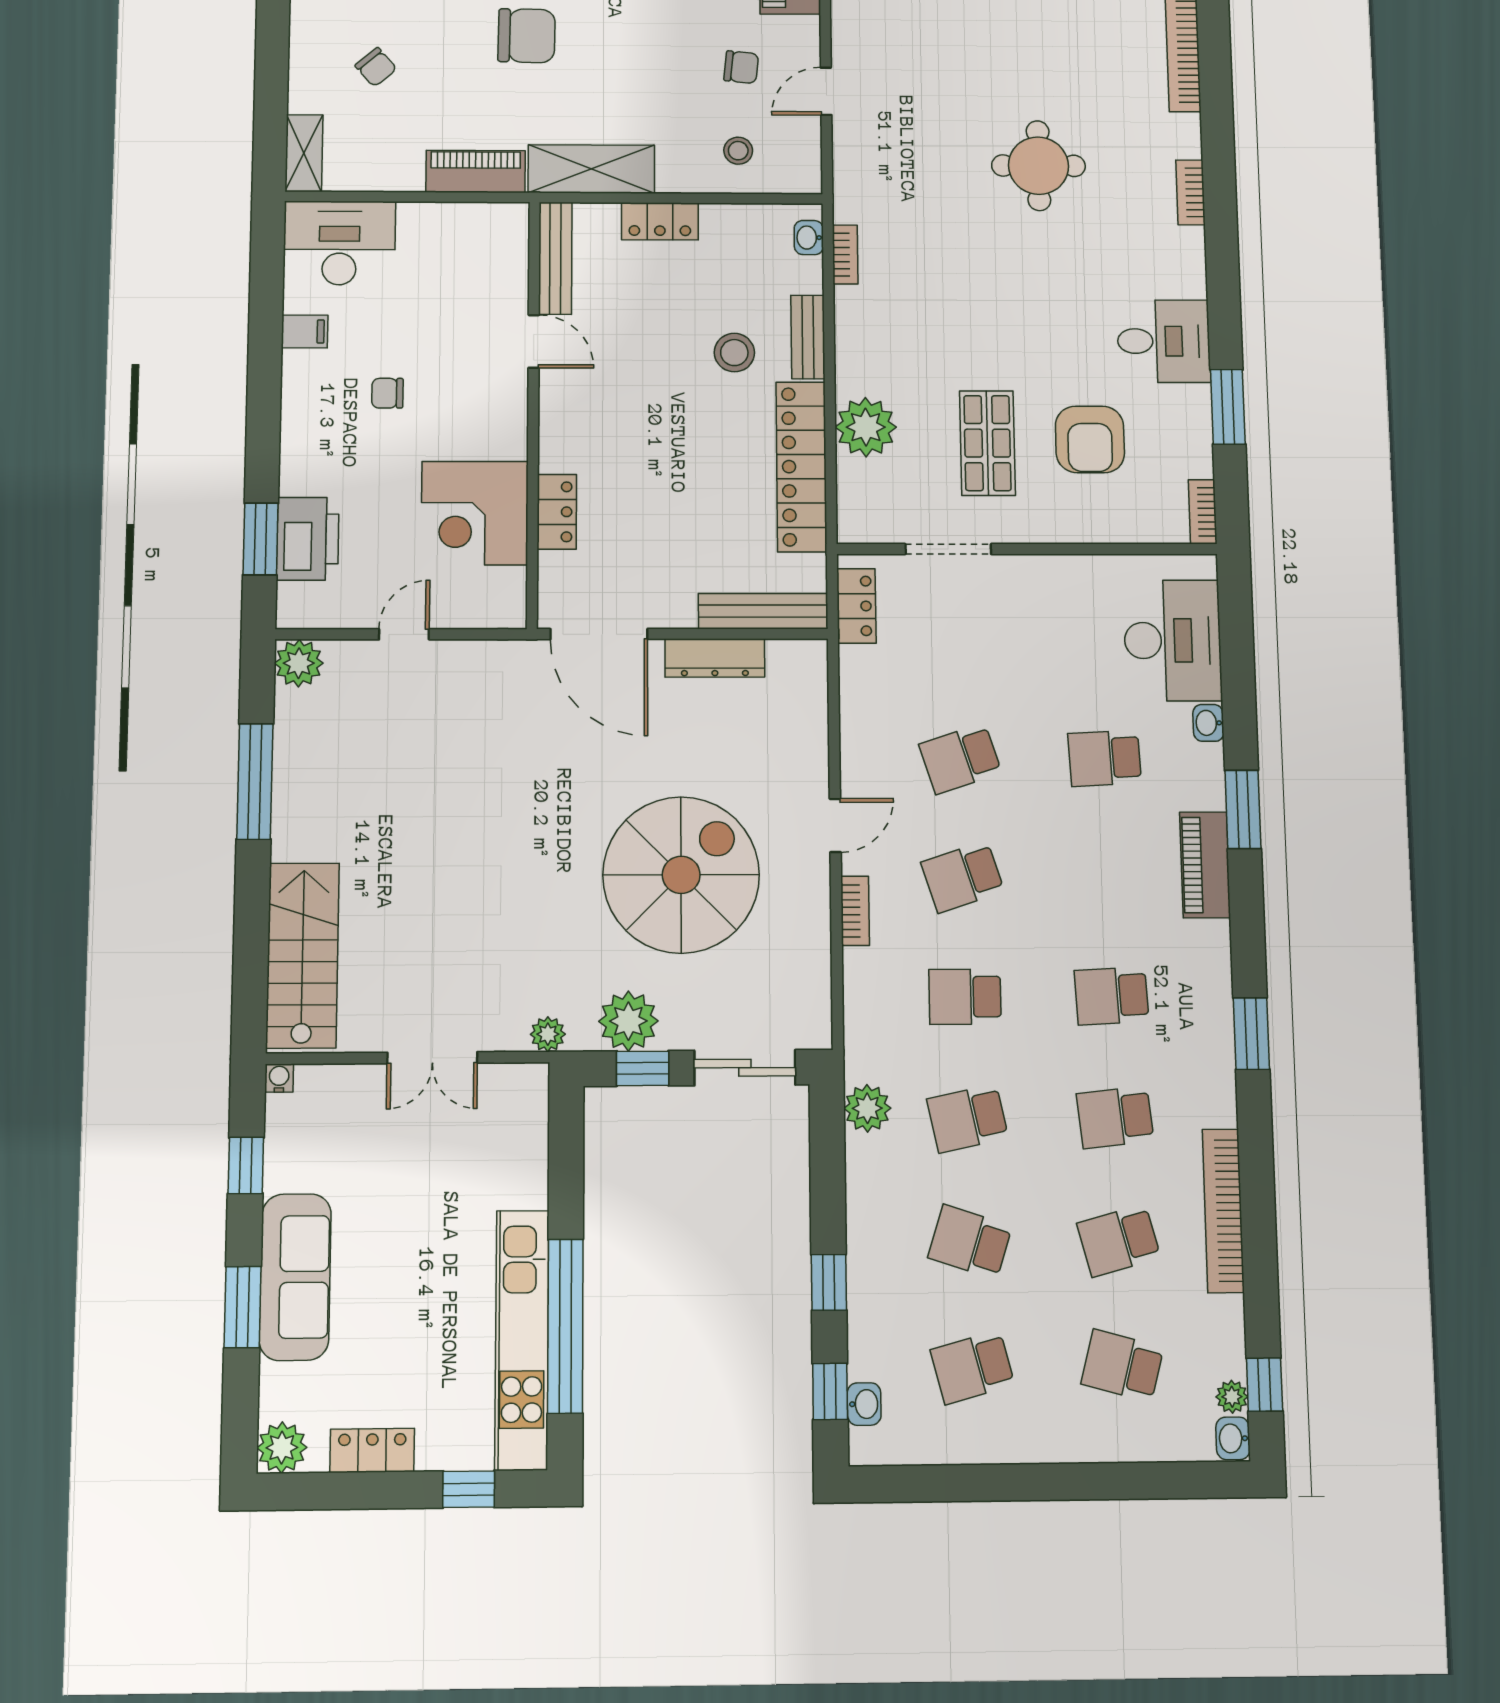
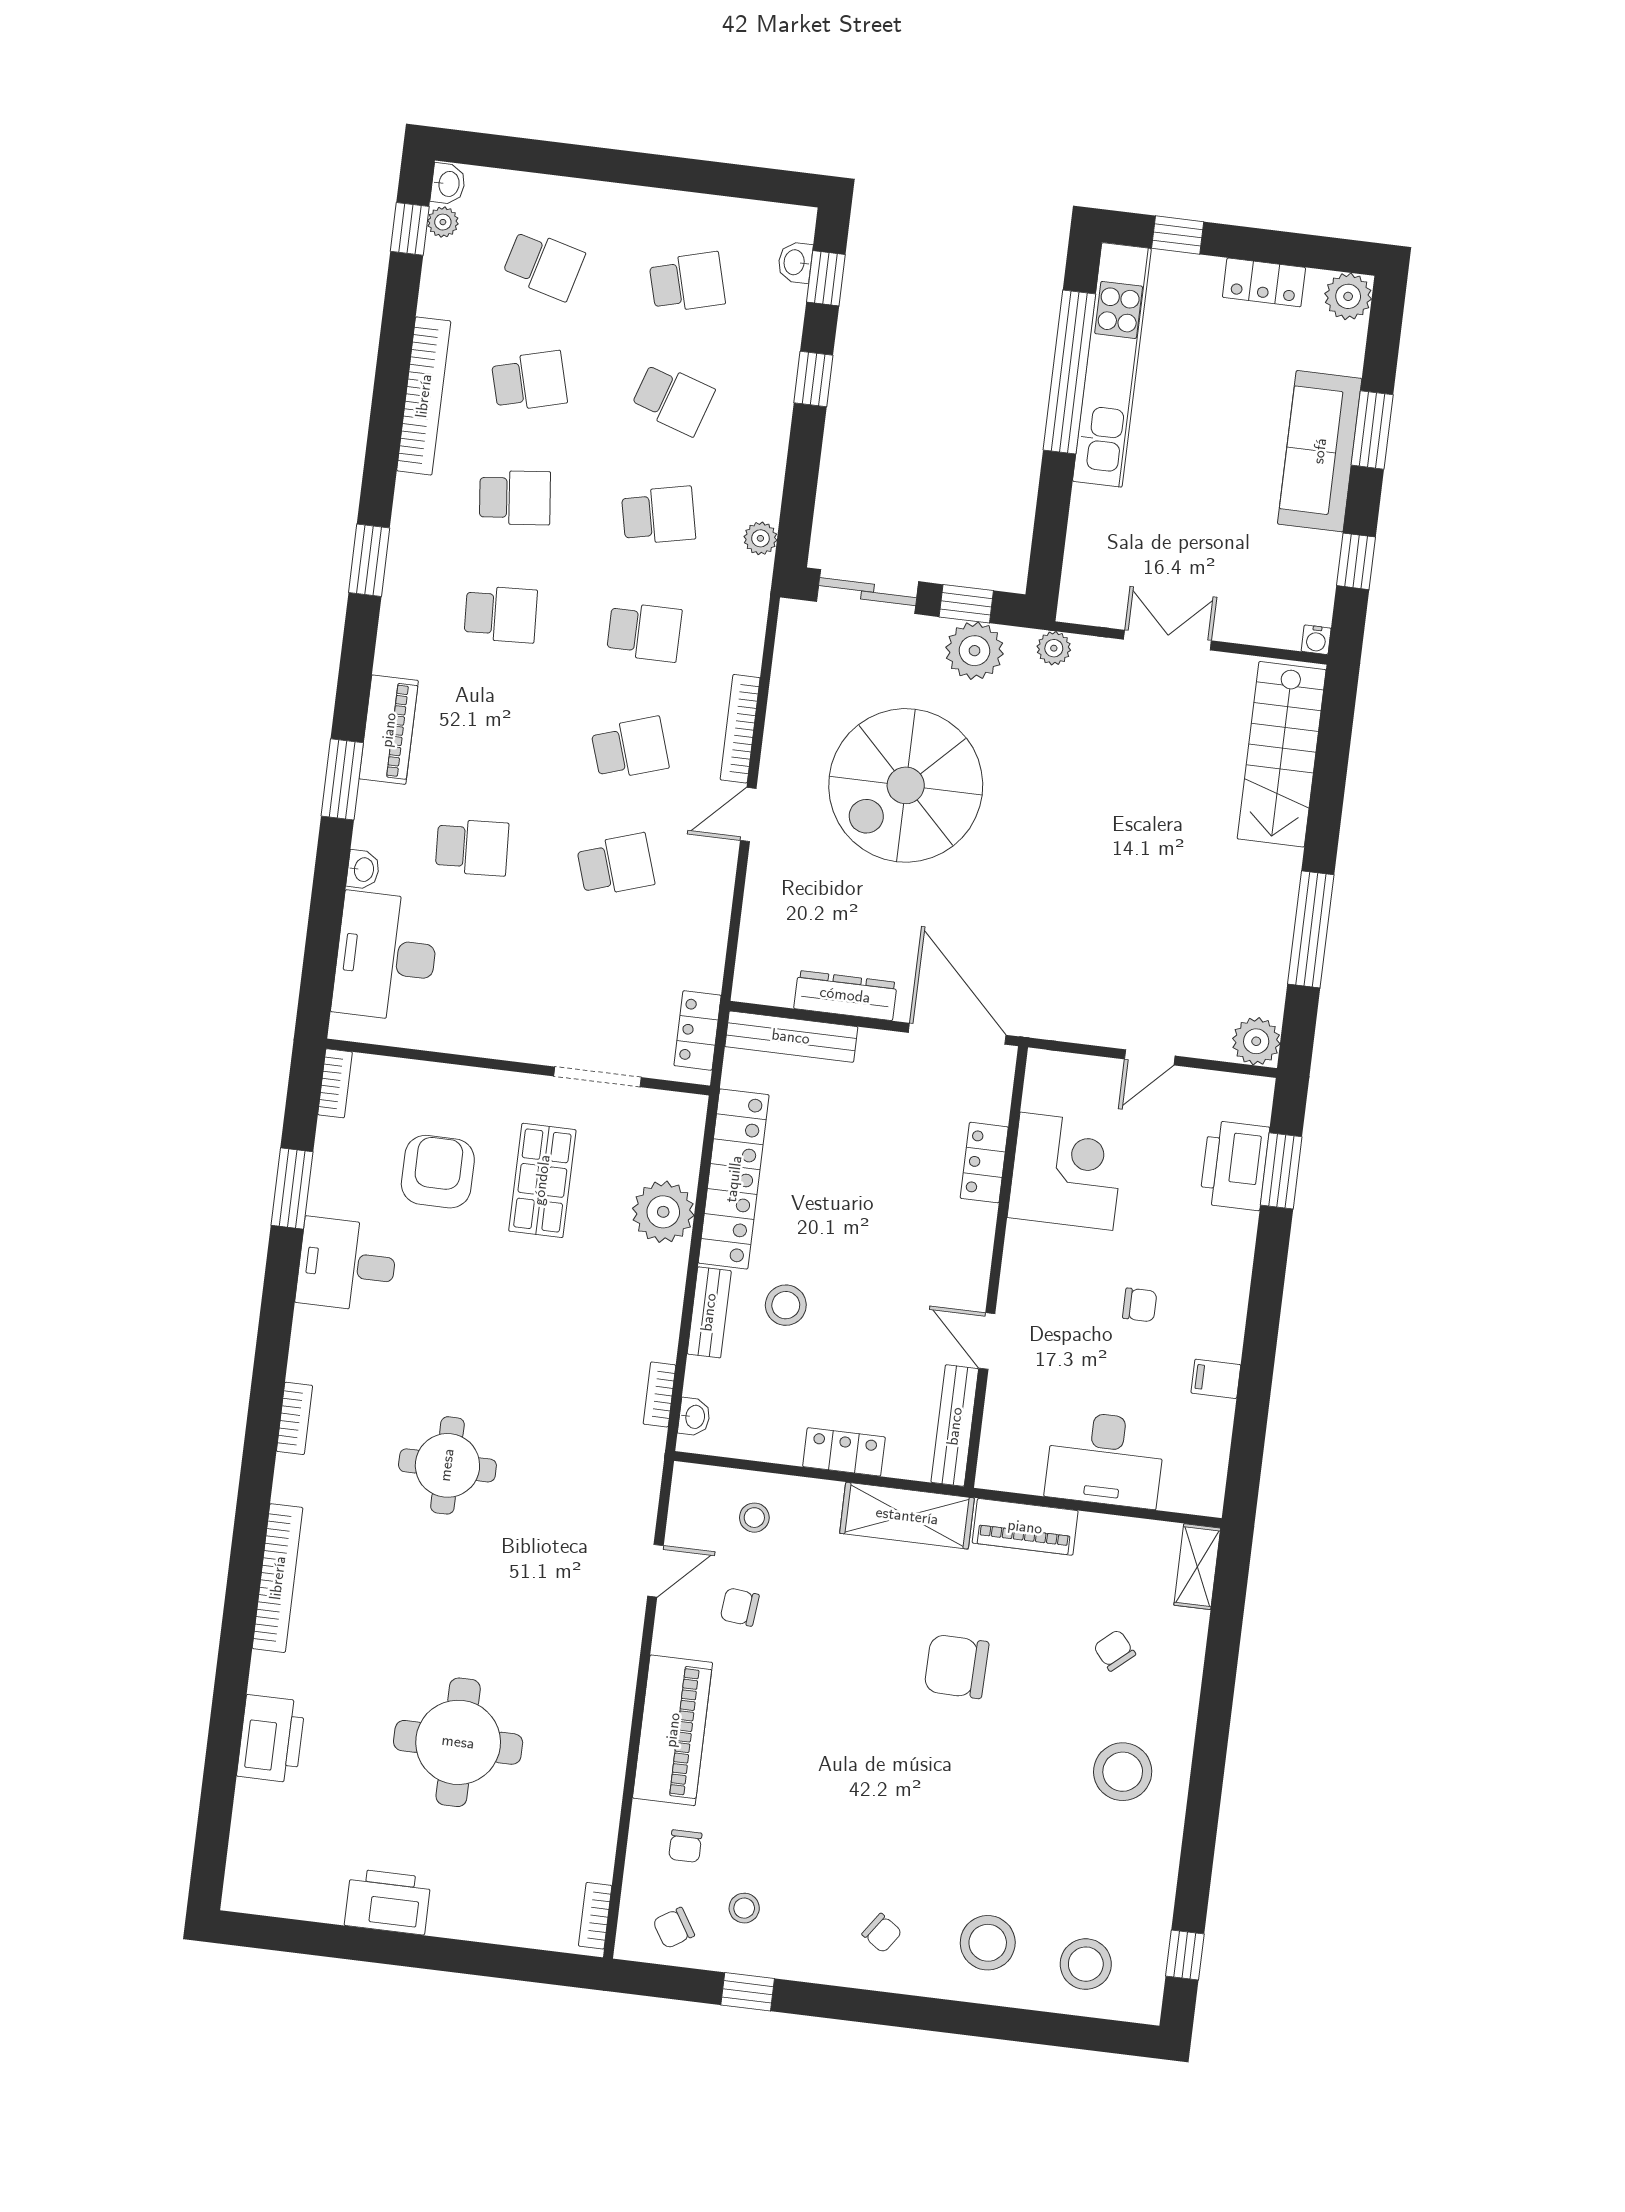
desk: (339, 243) -> (1105, 1459), moved
bookcase: (855, 911) -> (740, 729), width x1.56
plant: (867, 1108) -> (760, 538), width x0.73, depth x0.73

